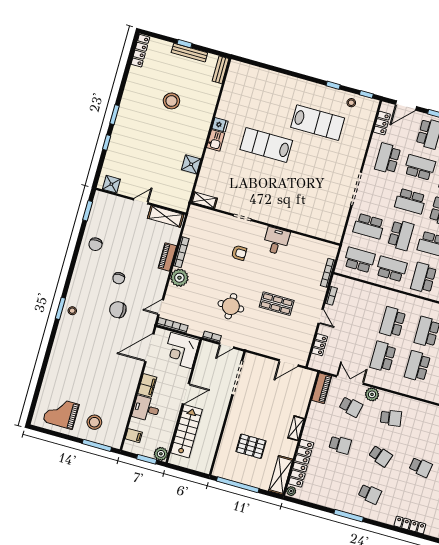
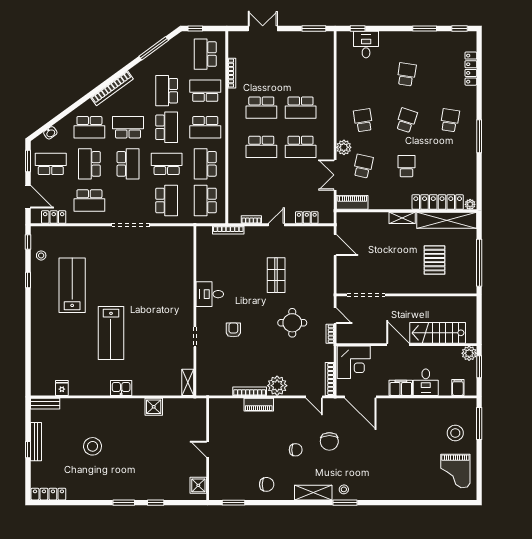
fridge: (220, 125) -> (62, 388), moved
shelving: (166, 216) -> (313, 493), moved, turned 90
shelving: (281, 475) -> (447, 220), width x1.47

